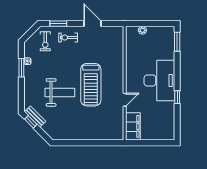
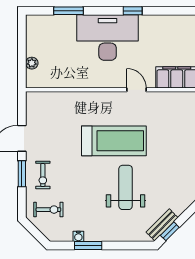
window: (58, 24) -> (22, 174), moved
window: (177, 42) -> (69, 11), moved

